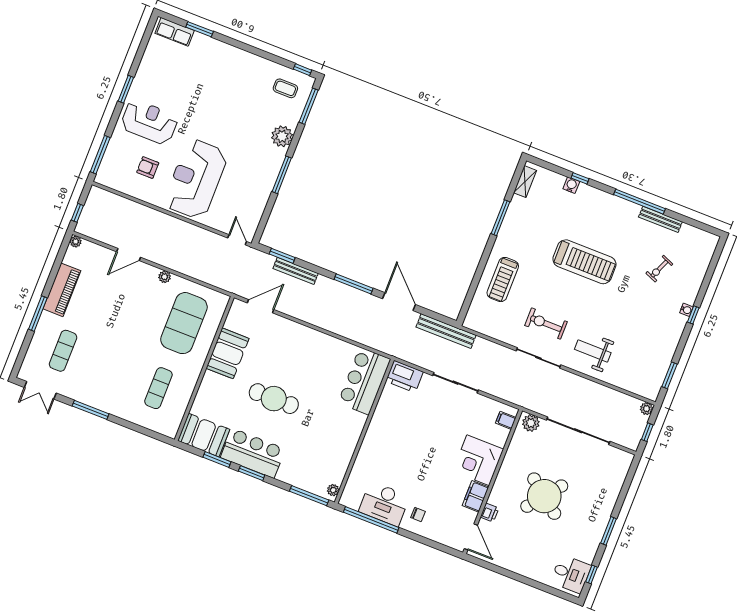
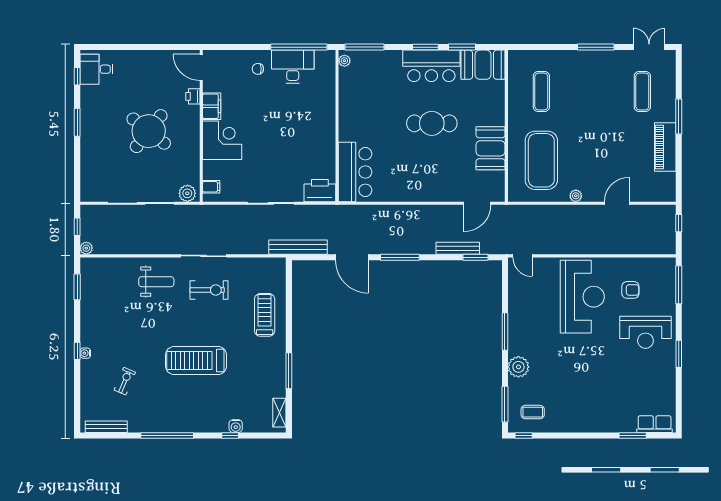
bench: (660, 219) -> (106, 427), moved
plant: (76, 242) -> (670, 196), removed

